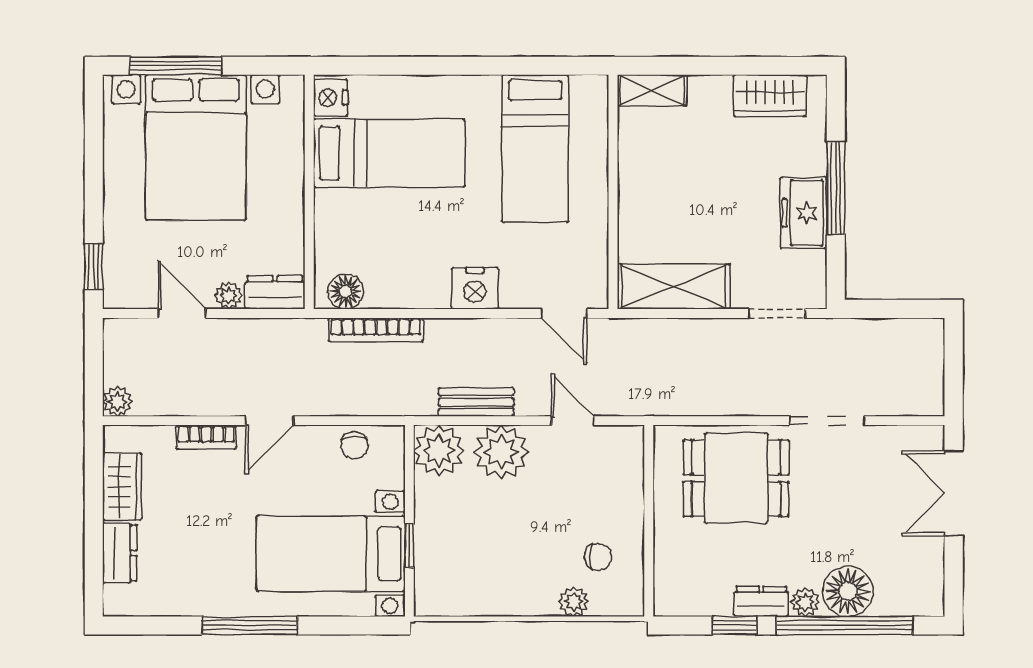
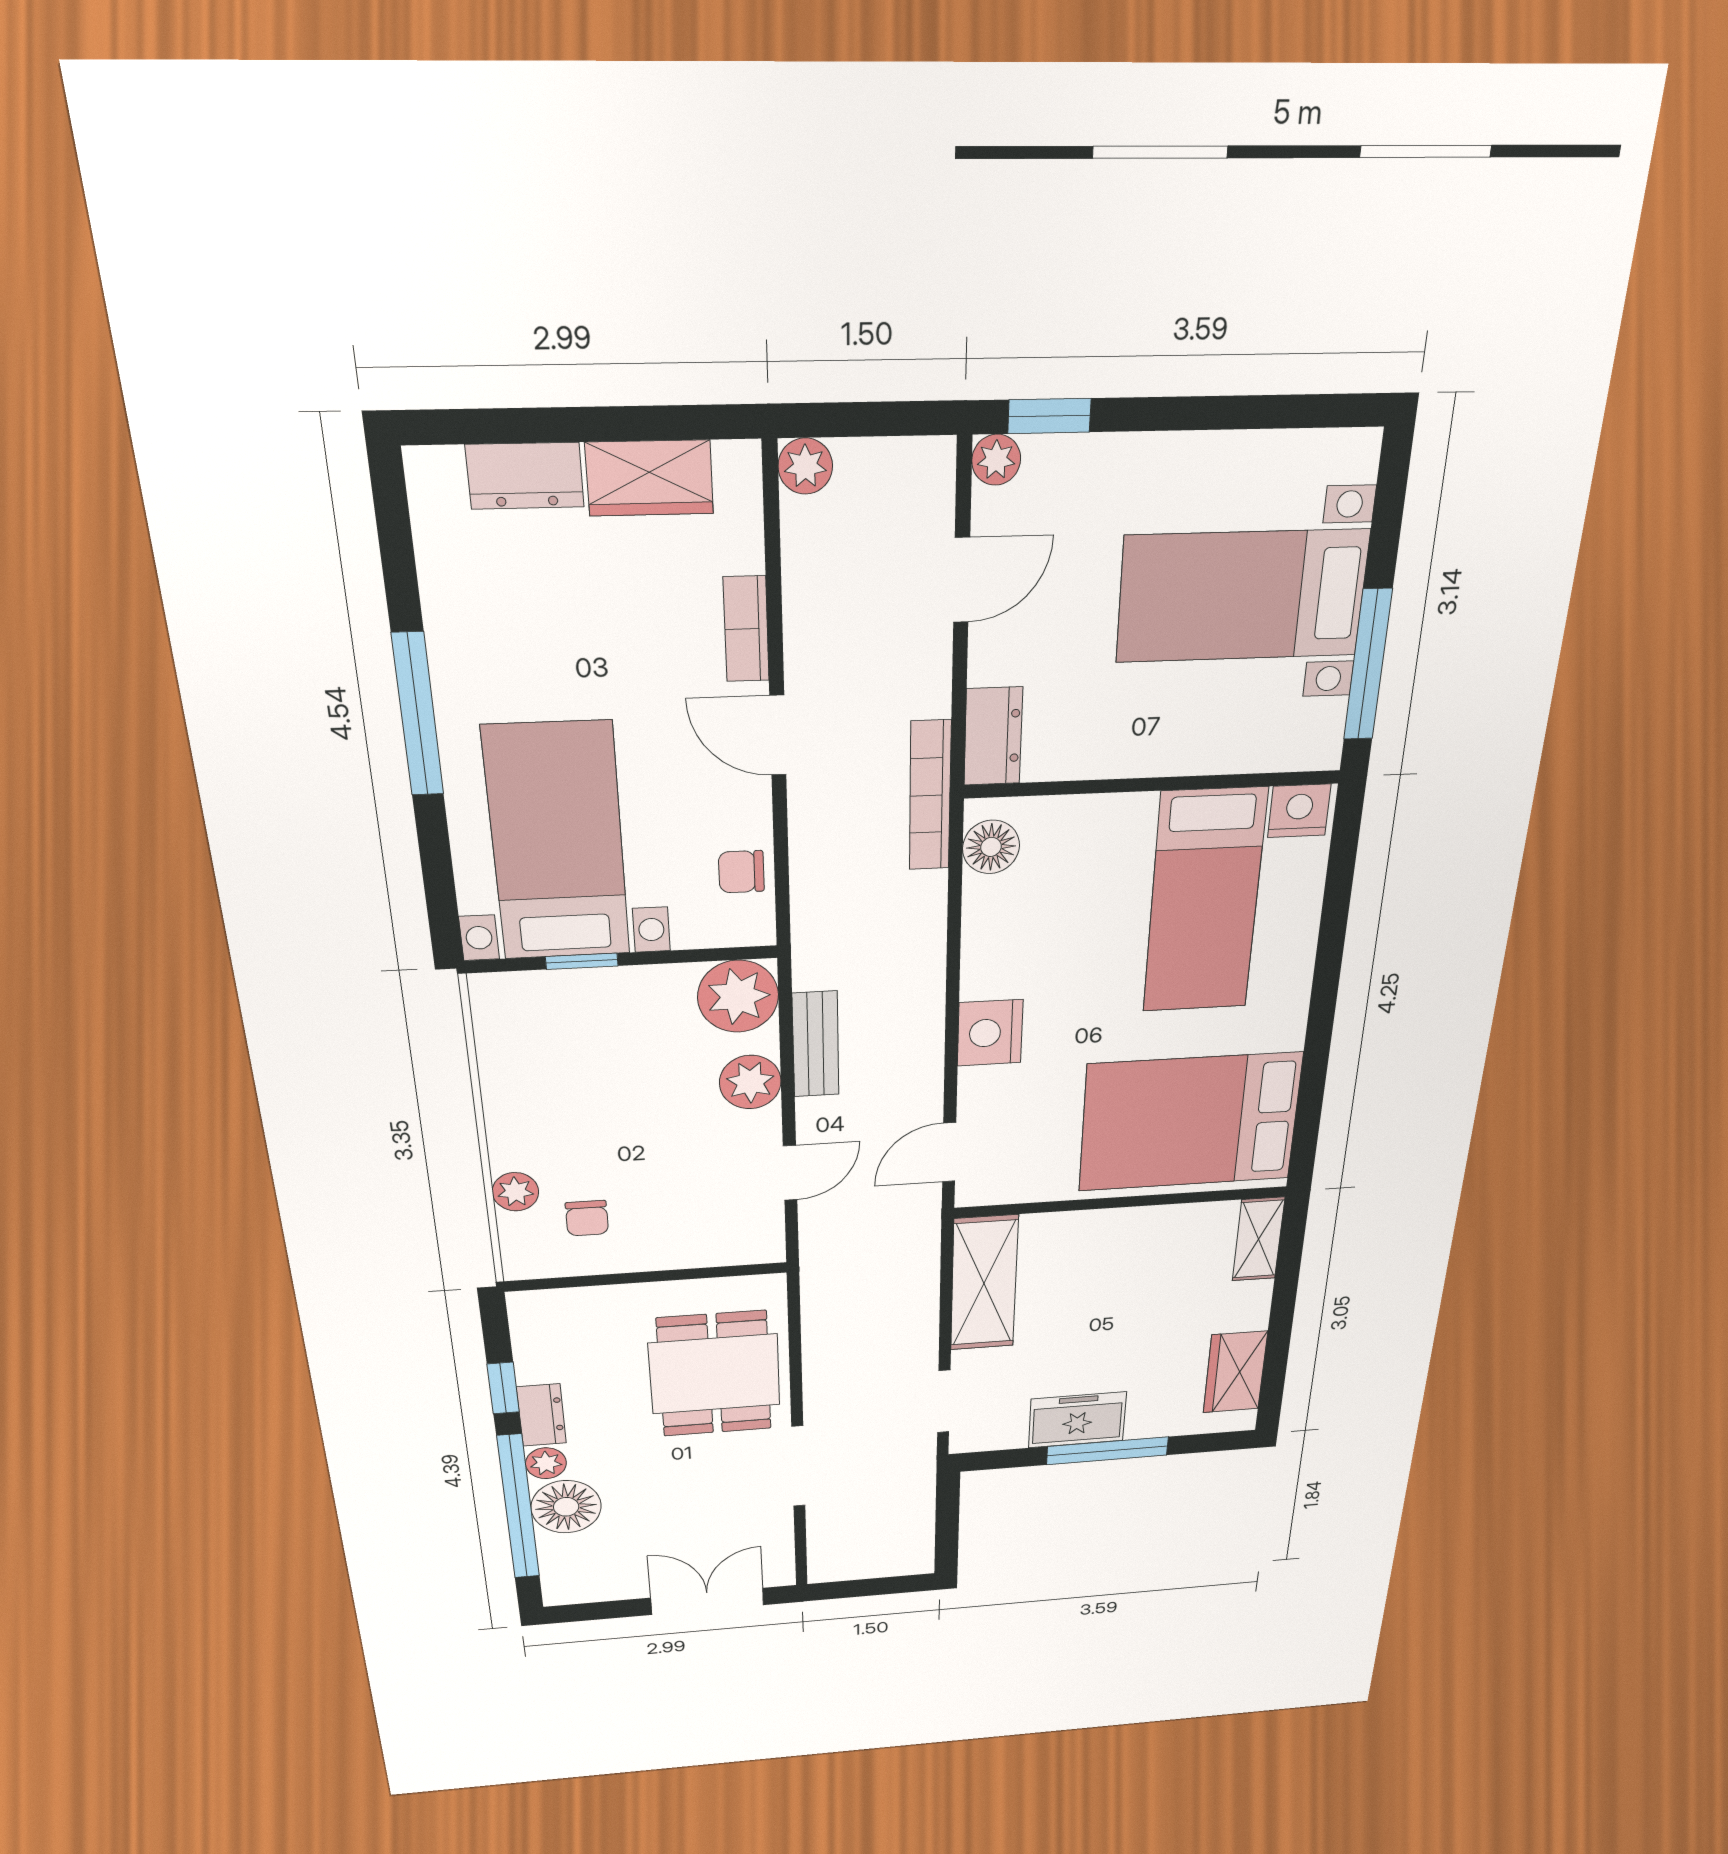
window: (176, 66) -> (1368, 665), moved
bed with nightstands: (196, 148) -> (1242, 596), width x0.73
bed: (535, 149) -> (1190, 1122), width x1.50
plant: (229, 296) -> (996, 460), moved
bookcase: (376, 330) -> (930, 796), moved
plant: (501, 452) -> (750, 1082), width x0.73, depth x0.73

